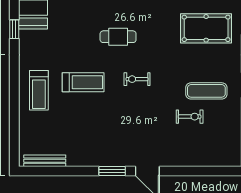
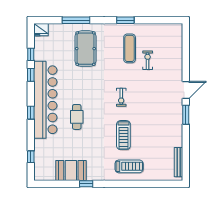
cafe table: (118, 37) -> (77, 117), moved
treadmill: (83, 82) -> (123, 135), turned 180

